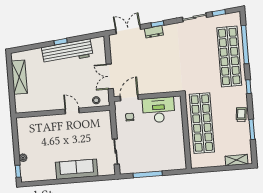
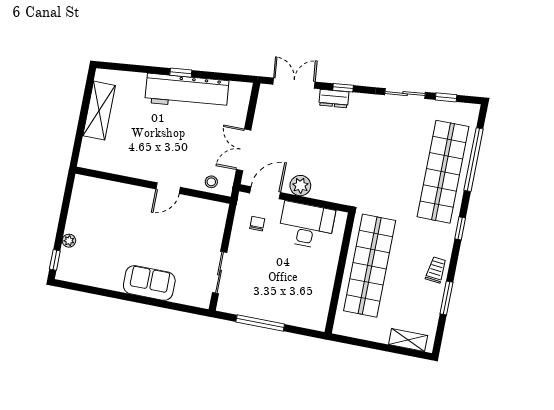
plant: (149, 88) -> (300, 186), added
door: (72, 111) -> (168, 188), swing flipped
sofa: (77, 169) -> (149, 283), width x0.73

